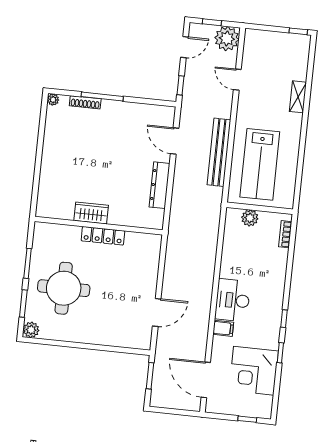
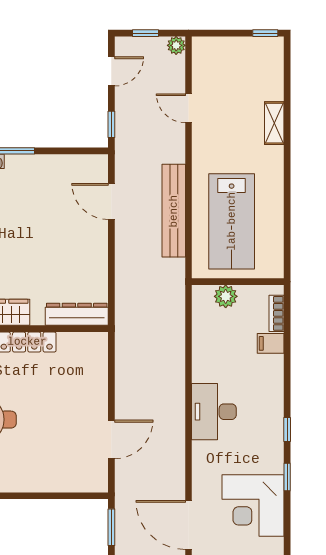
plant: (227, 39) -> (176, 45), width x0.53, depth x0.53
dresser: (160, 185) -> (77, 314), moved, turned 90
filing cabinet: (223, 328) -> (271, 343), moved, turned 180

